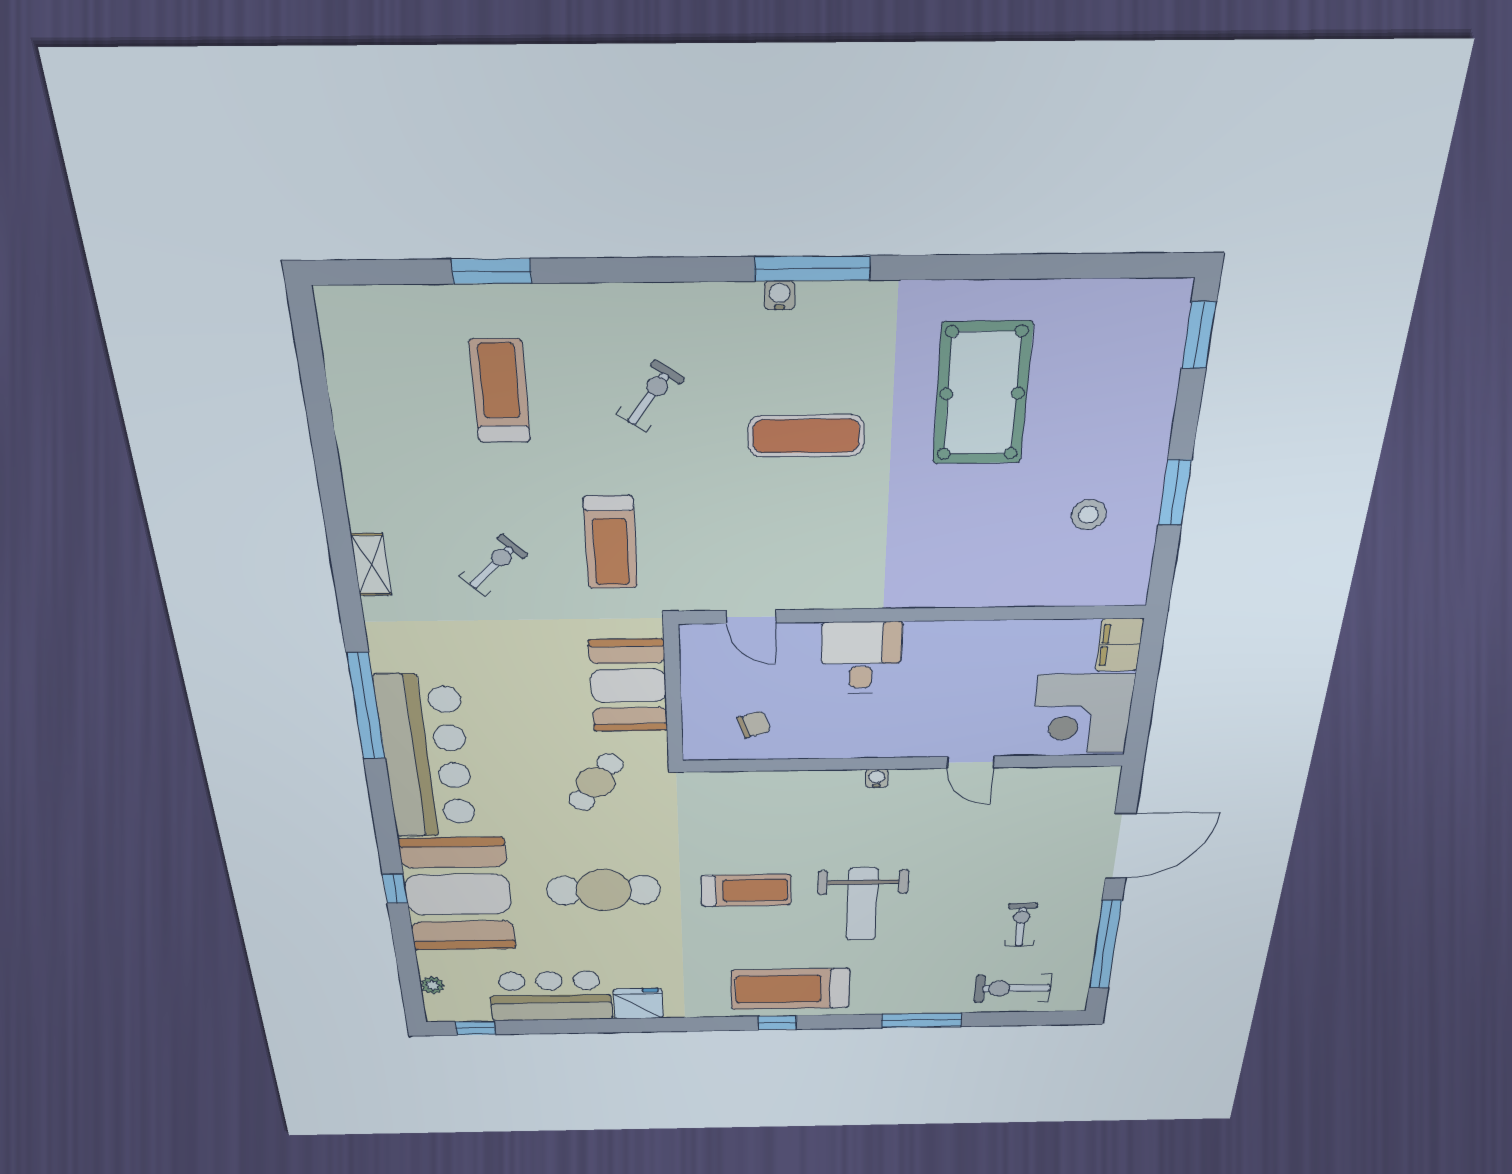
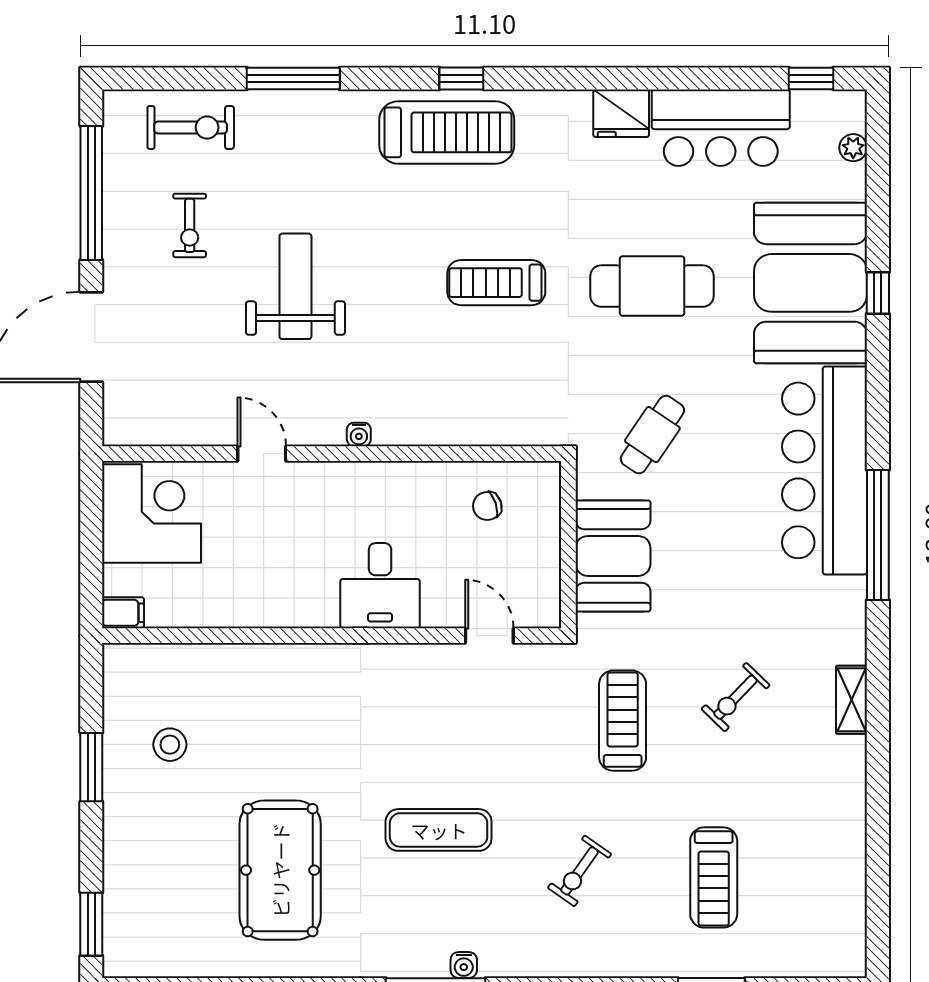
filing cabinet: (1120, 645) -> (123, 613), width x0.50
weight bench: (862, 904) -> (295, 286), moved

